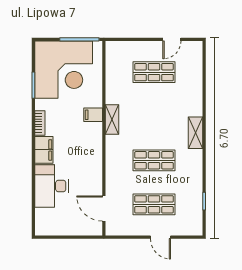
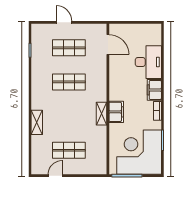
filing cabinet: (93, 115) -> (116, 112), width x2.00
shelving: (196, 133) -> (37, 122), moved

